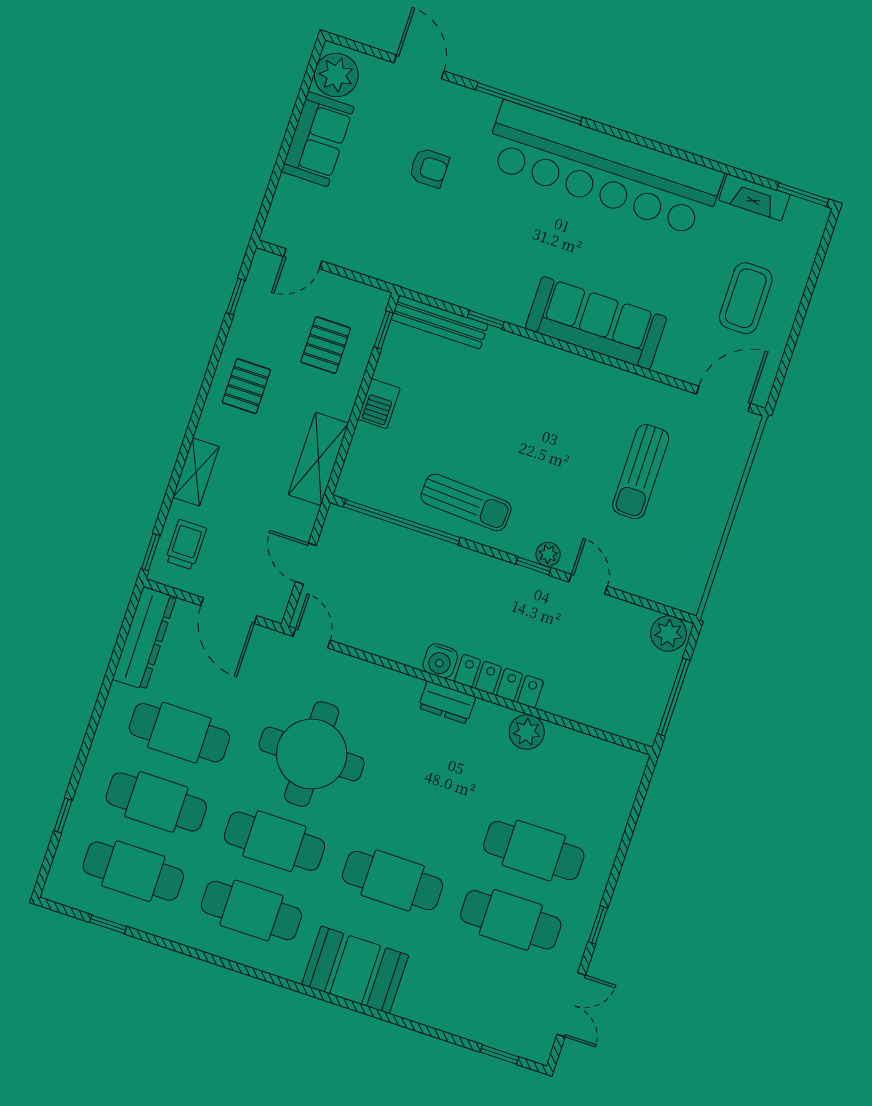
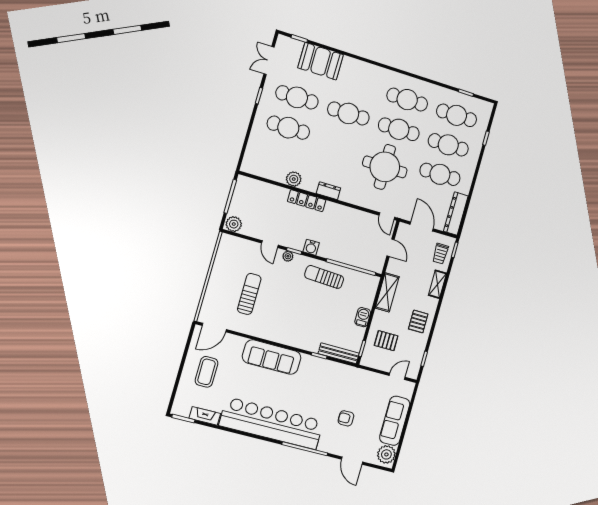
sofa: (318, 139) -> (395, 421), width x1.36
pallet: (326, 345) -> (386, 341), turned 90
water cooler: (440, 661) -> (311, 247), moved, turned 180
booth: (355, 970) -> (321, 61), moved

